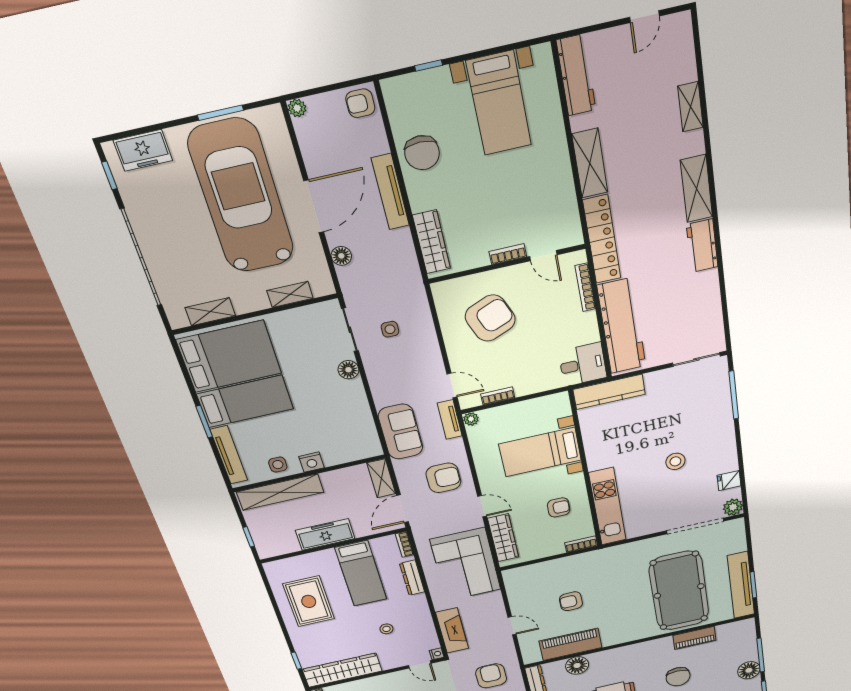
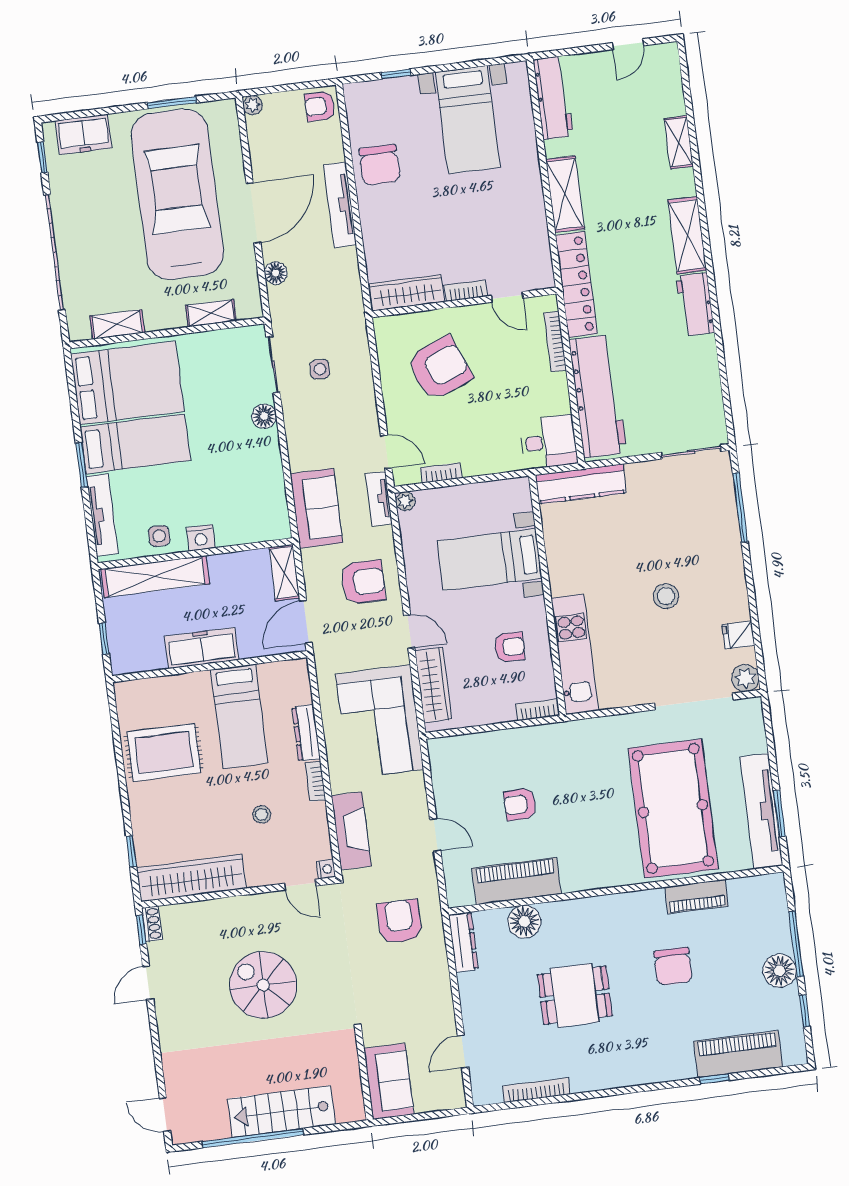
wardrobe: (432, 242) -> (407, 293), moved, turned -90
bookcase: (404, 544) -> (315, 782), moved
rug: (309, 601) -> (164, 752), turned 90

